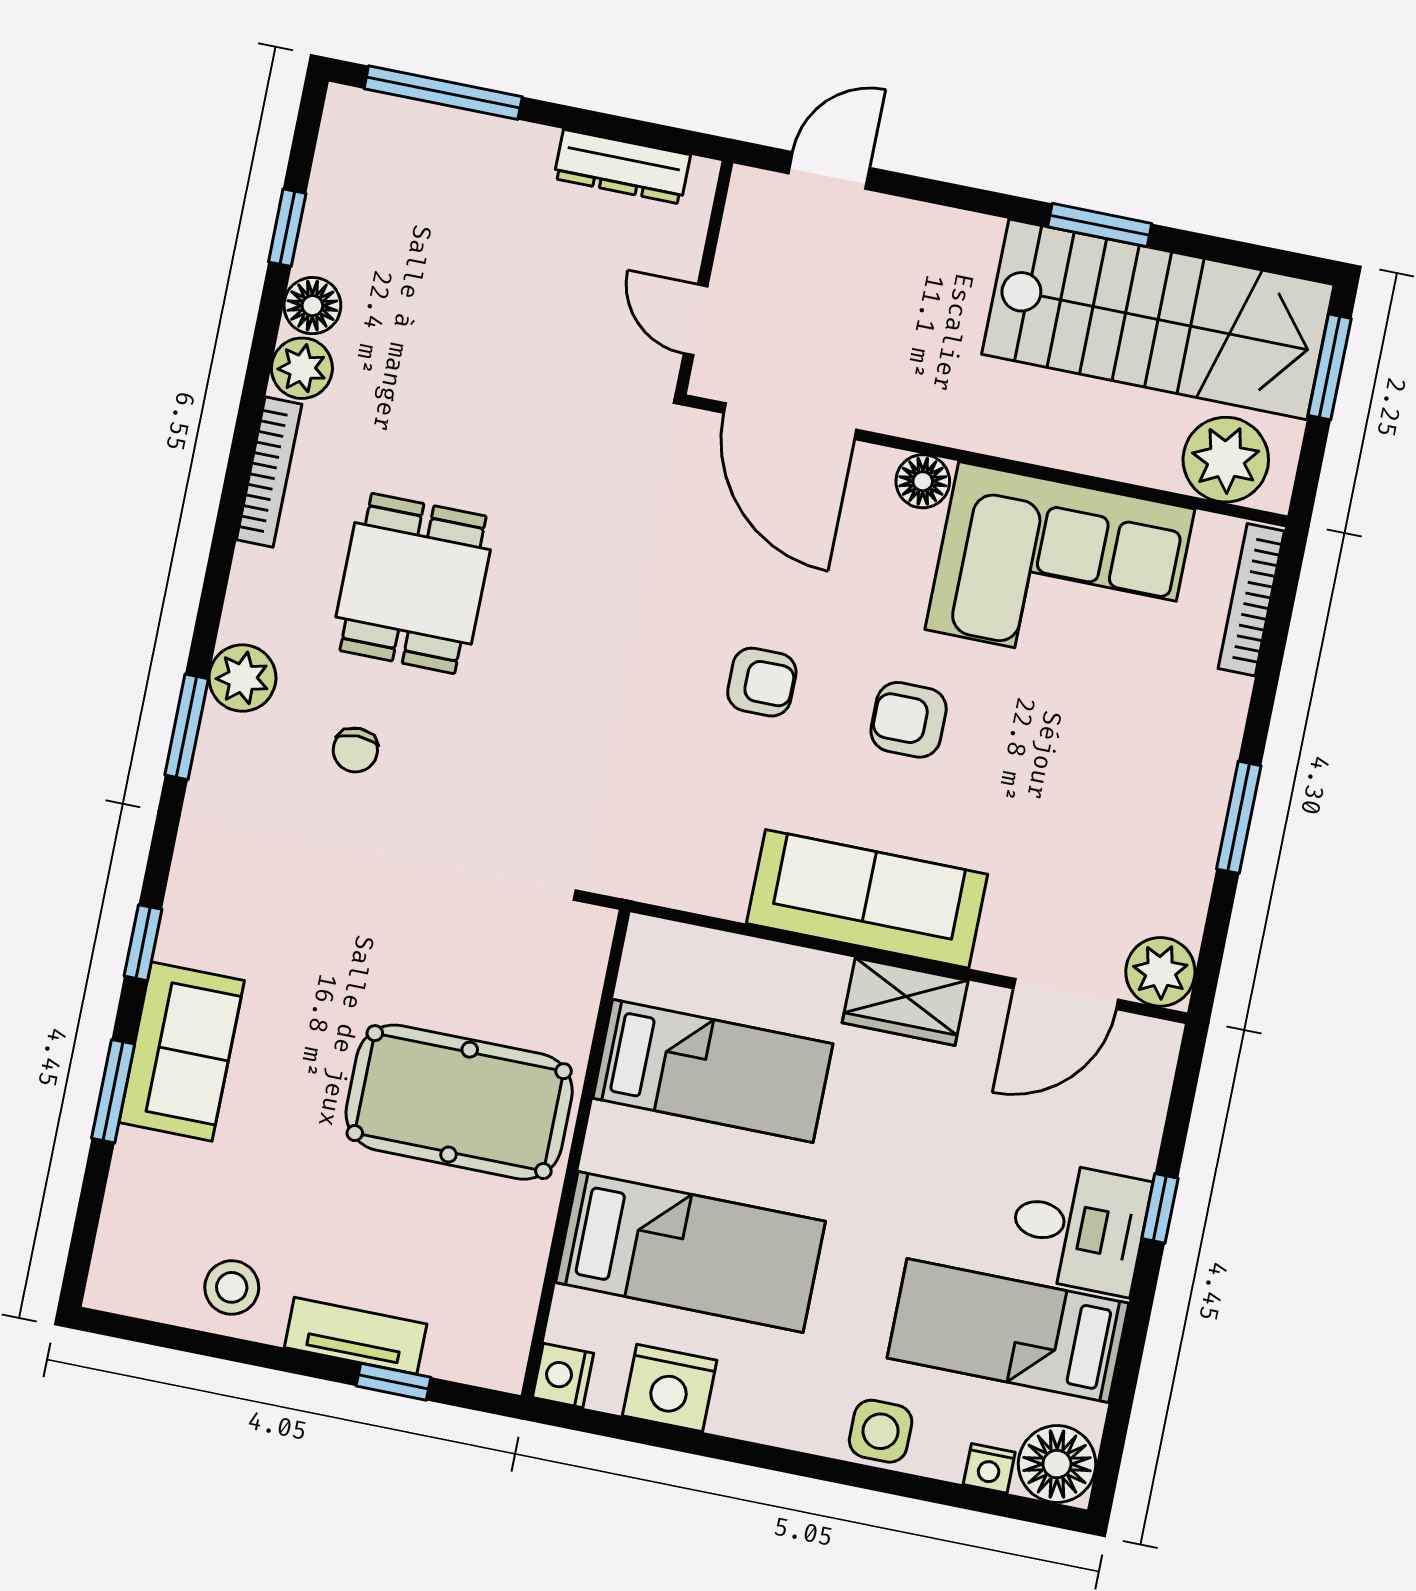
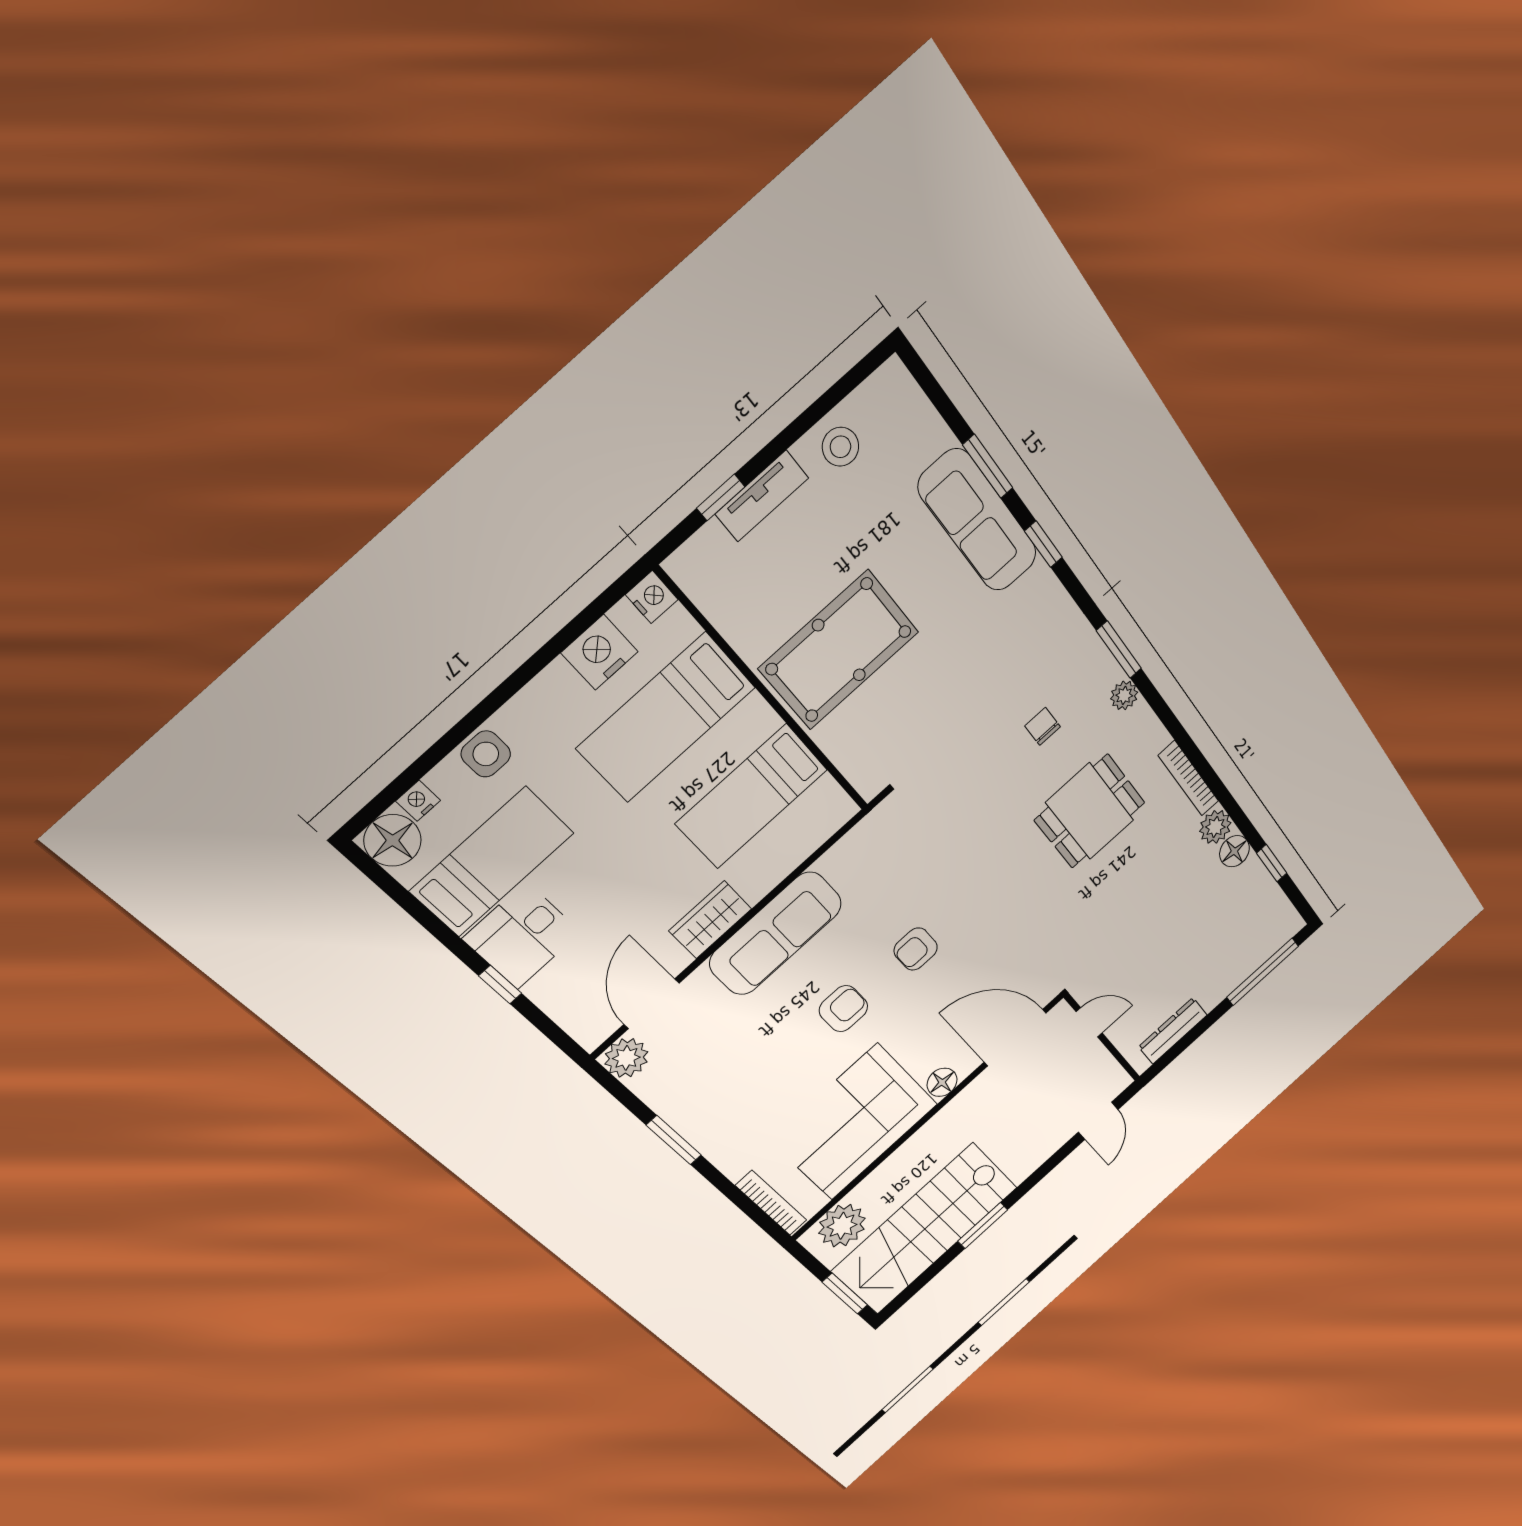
dining table: (413, 583) -> (1090, 811), turned 90
plant: (242, 678) -> (1124, 695), width x0.73, depth x0.73
sofa: (182, 1051) -> (978, 520), width x1.36

